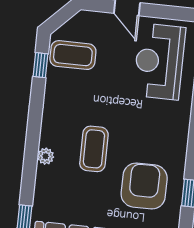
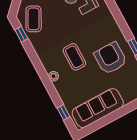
coffee table: (73, 55) -> (34, 19), turned -62

